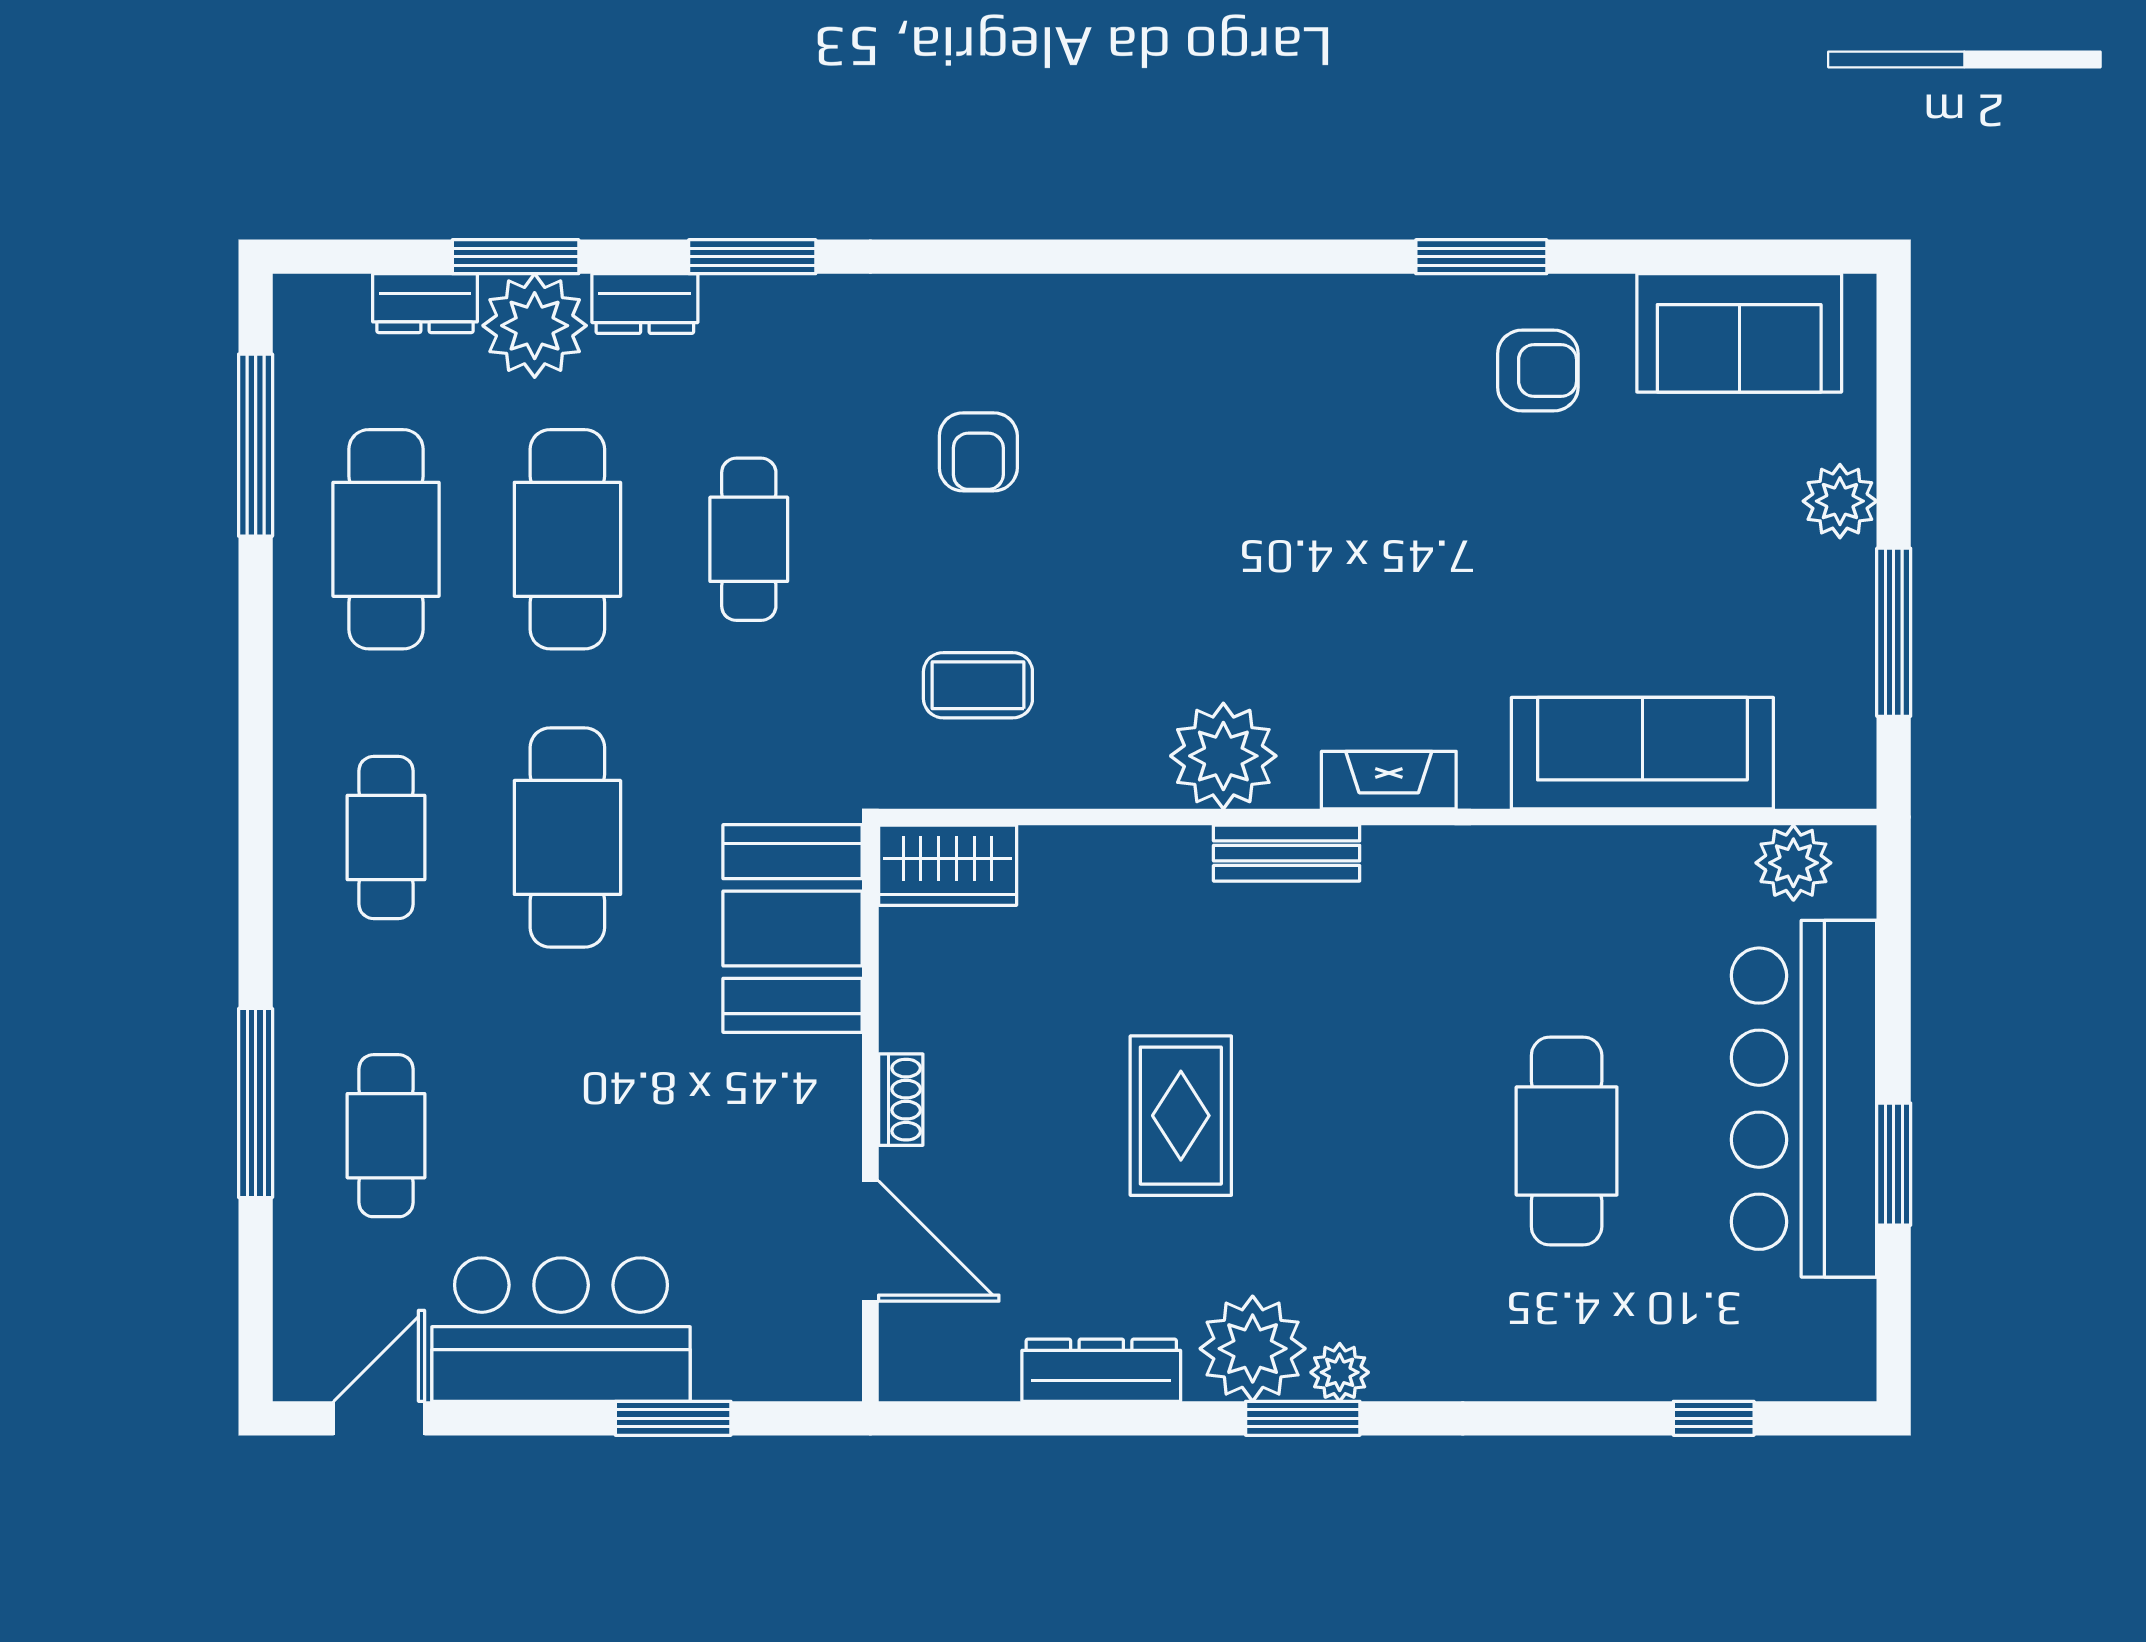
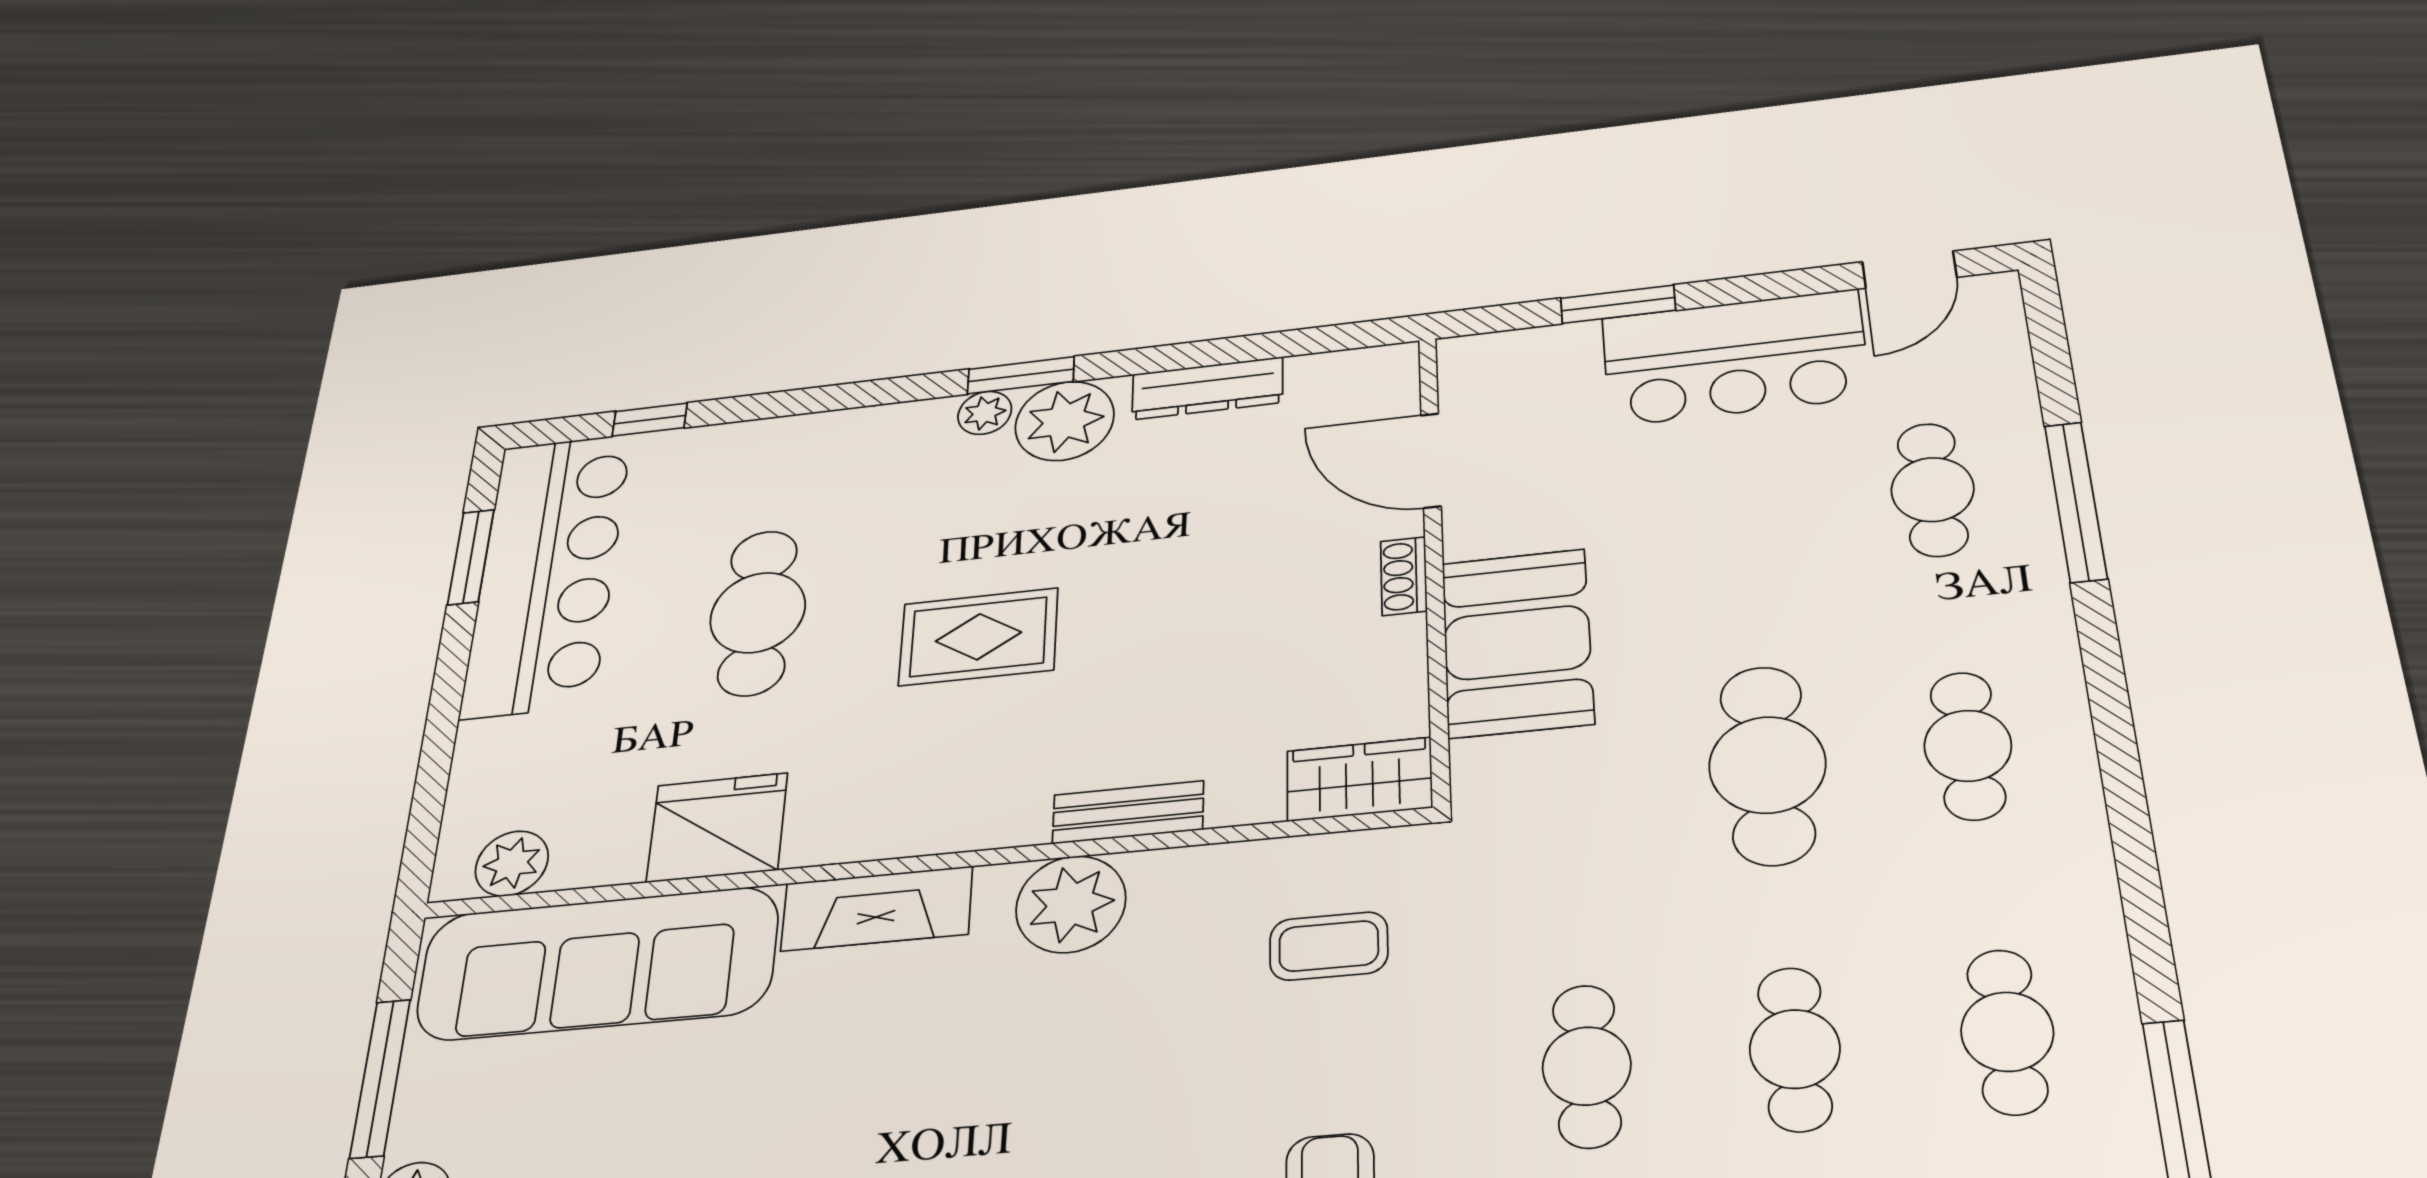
cafe table: (386, 539) -> (2007, 1032), width x0.73, depth x0.74
cafe table: (567, 539) -> (1795, 1049), width x0.73, depth x0.74
sofa: (1642, 753) -> (597, 964), width x1.36, depth x1.27
fireplace: (1389, 780) -> (877, 909), width x1.37, depth x1.32
bench: (1287, 853) -> (1128, 812), moved
fridge: (1583, 882) -> (717, 827), added
booth: (793, 928) -> (1517, 643), moved
bar counter: (1804, 1099) -> (547, 573), moved
rug: (1181, 1116) -> (978, 637), moved, turned 90
window: (1894, 1164) -> (471, 557), moved

